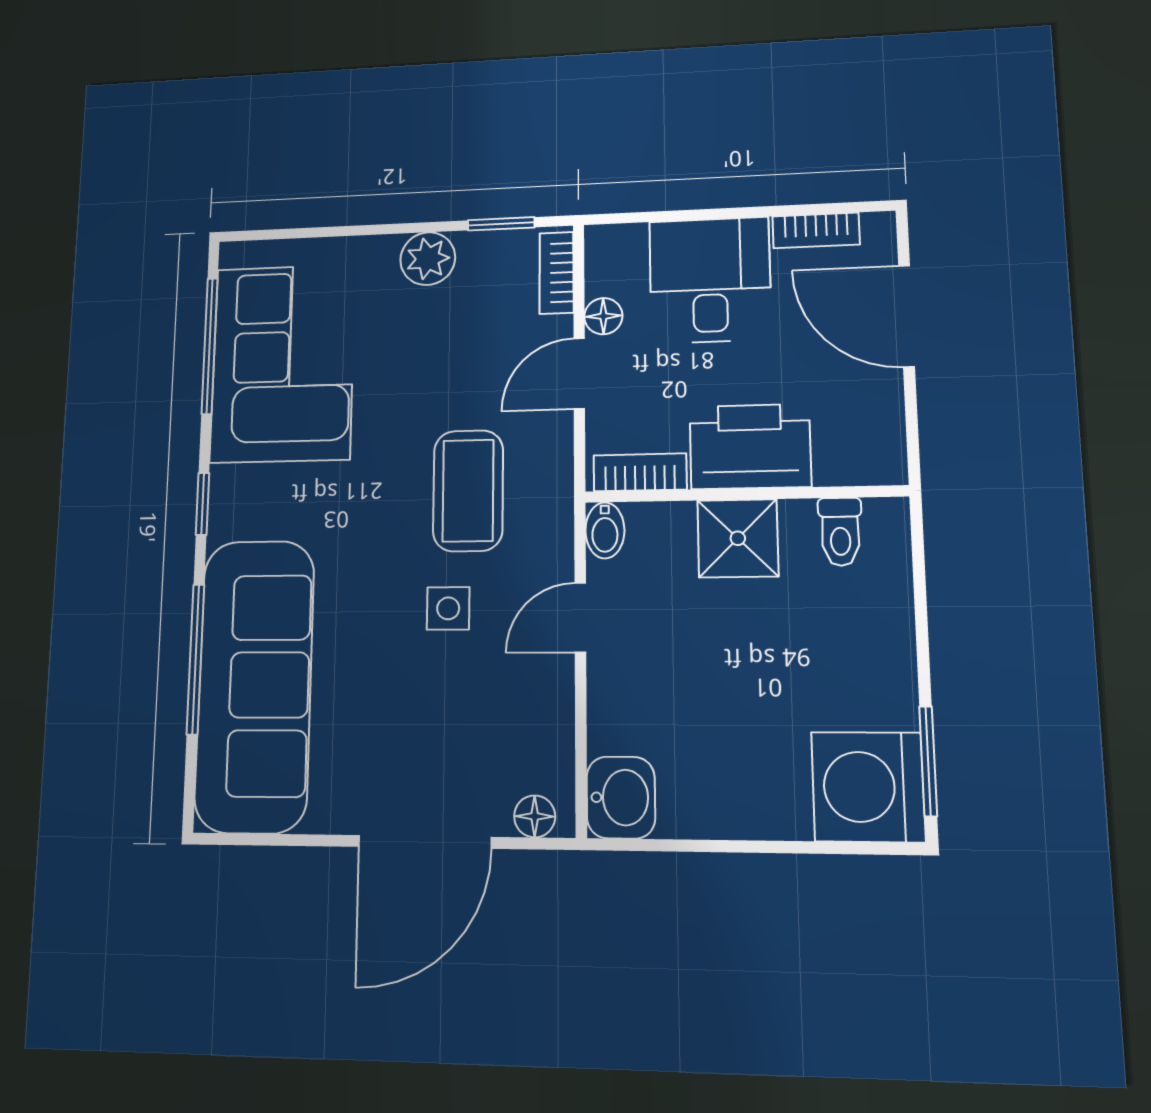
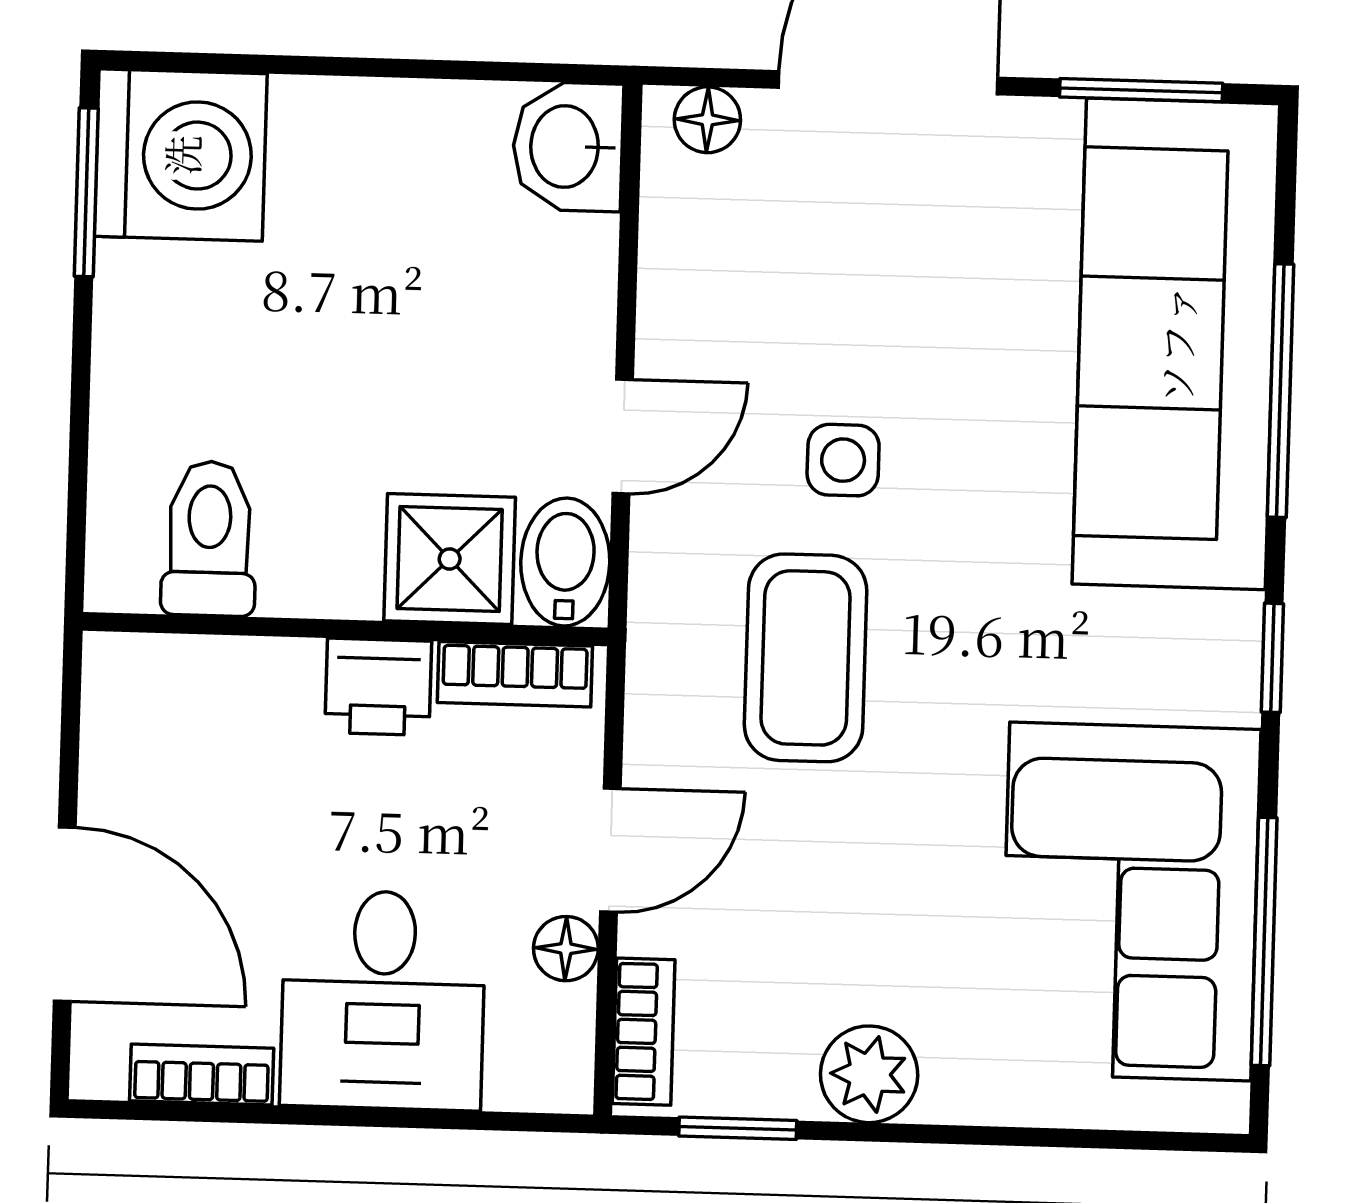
printer: (750, 447) -> (378, 687), width x0.53, depth x0.68
bidet: (605, 530) -> (565, 562), width x1.38, depth x1.36
toilet: (840, 532) -> (209, 538), width x1.37, depth x1.39
shower: (738, 538) -> (450, 559), moved
window: (274, 840) -> (1141, 90), added

